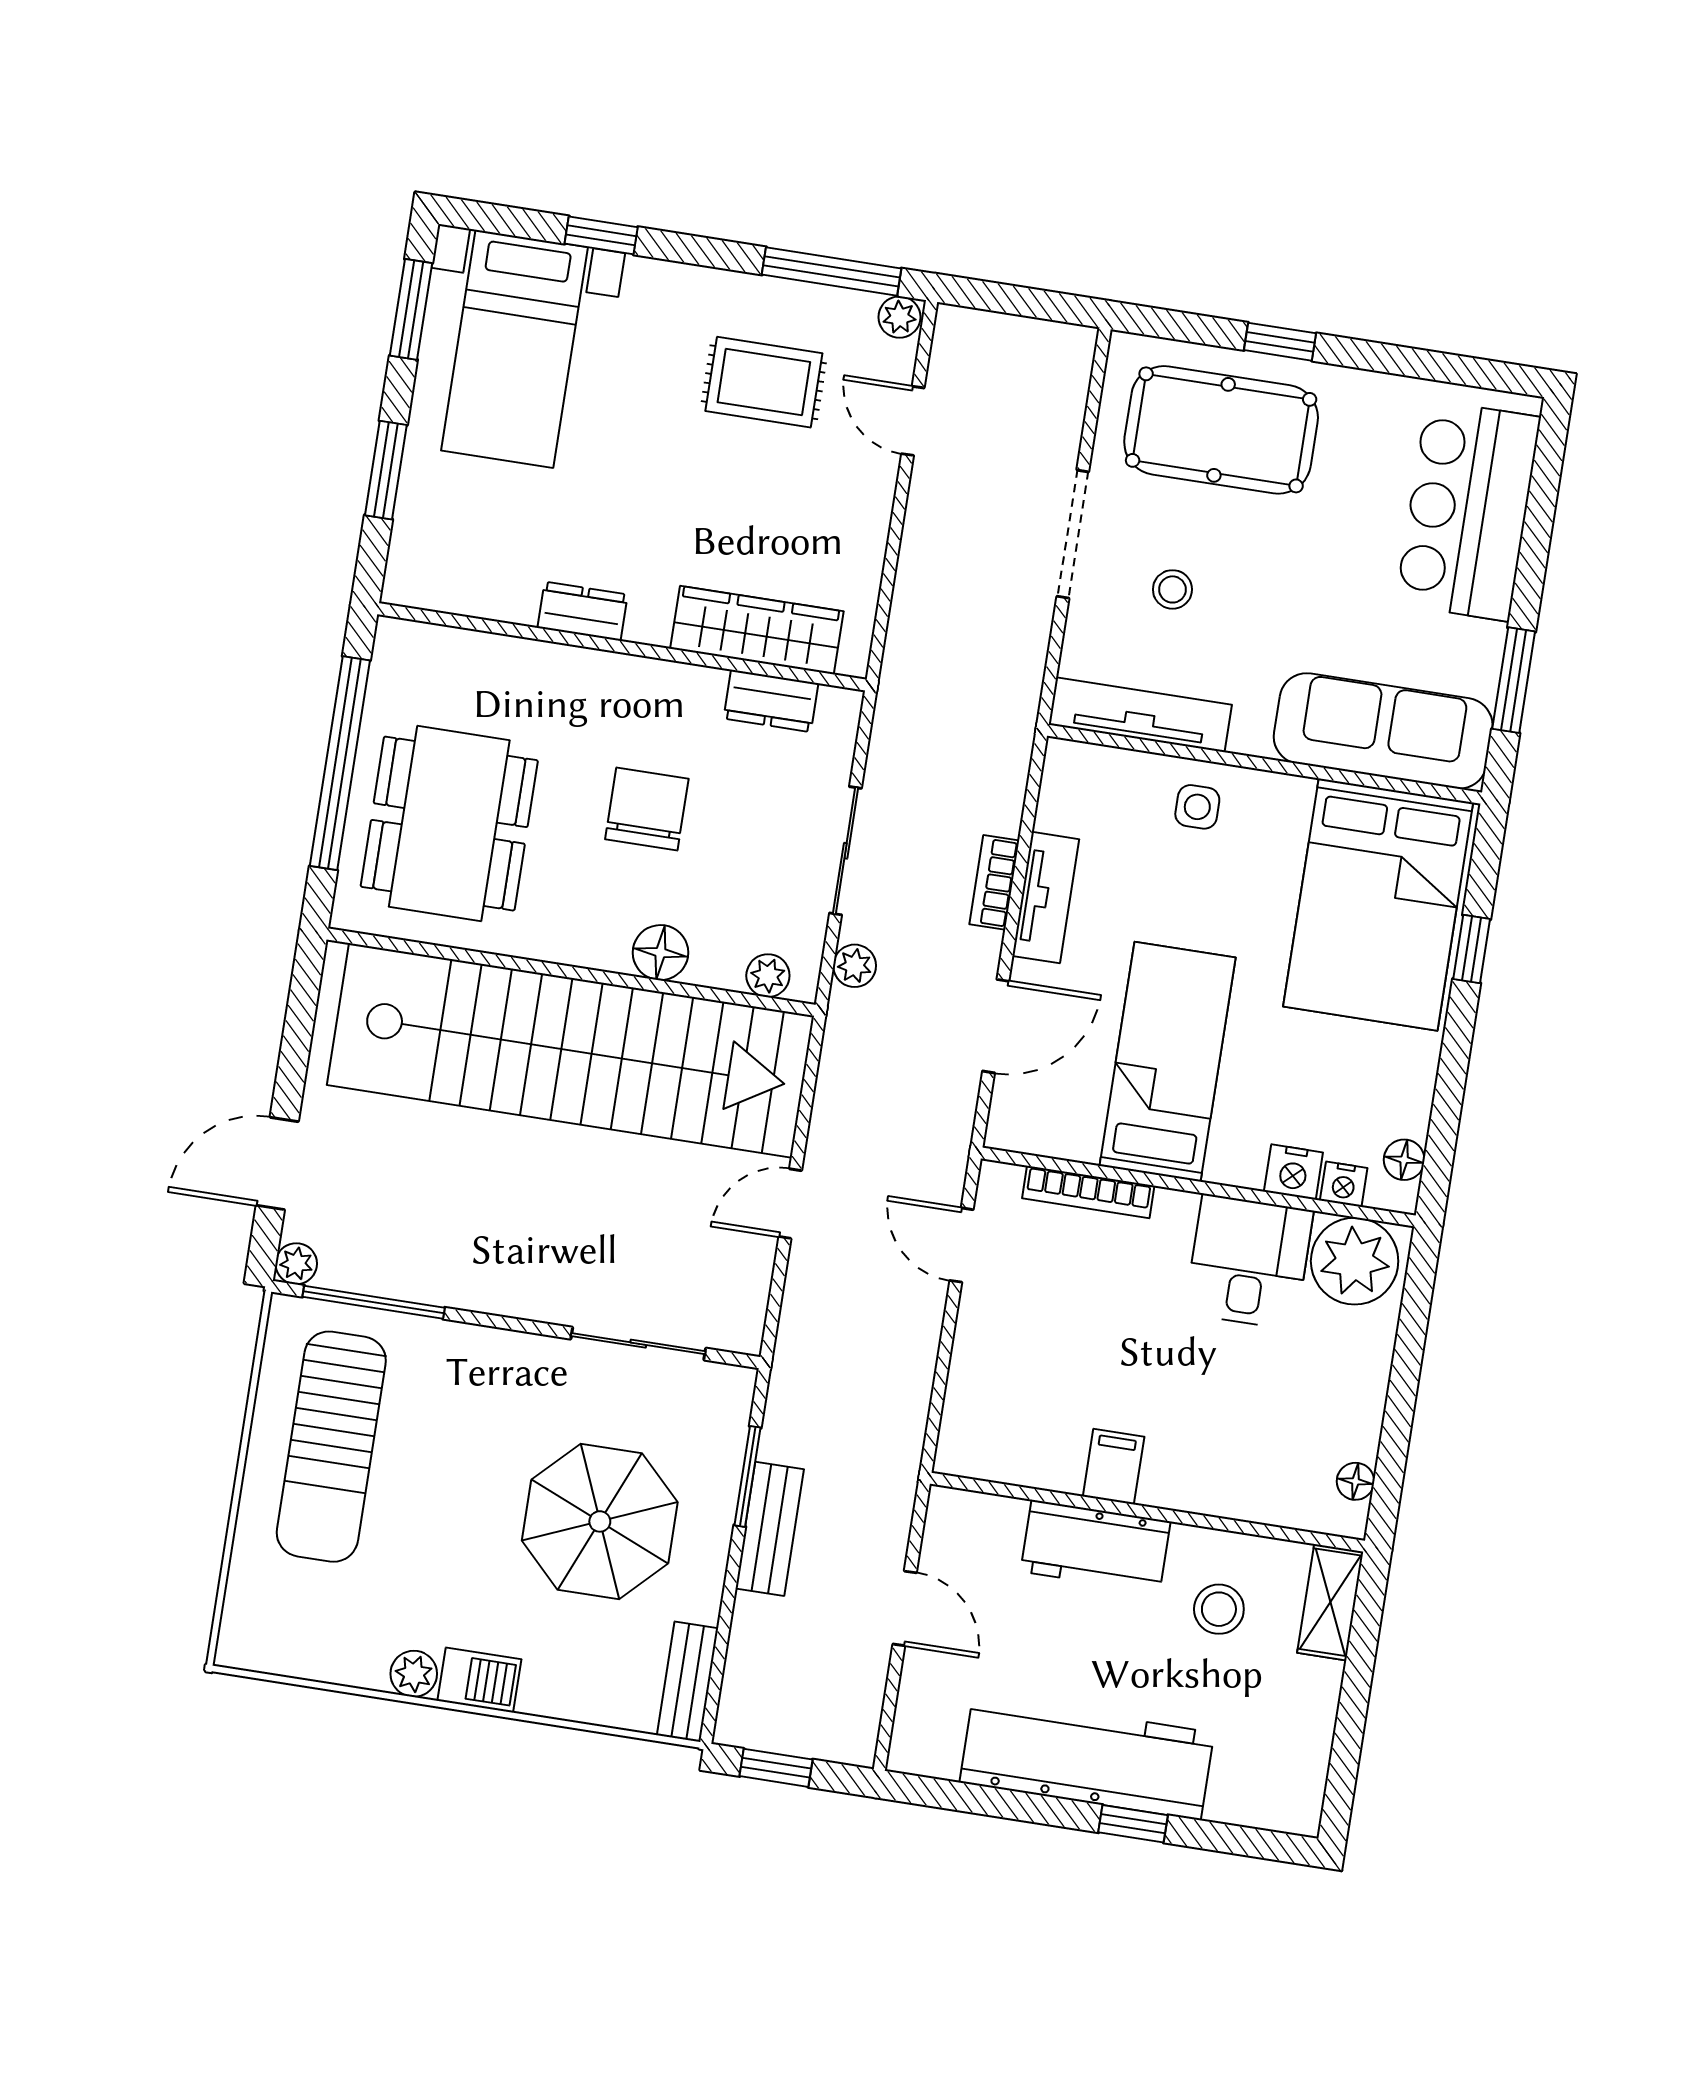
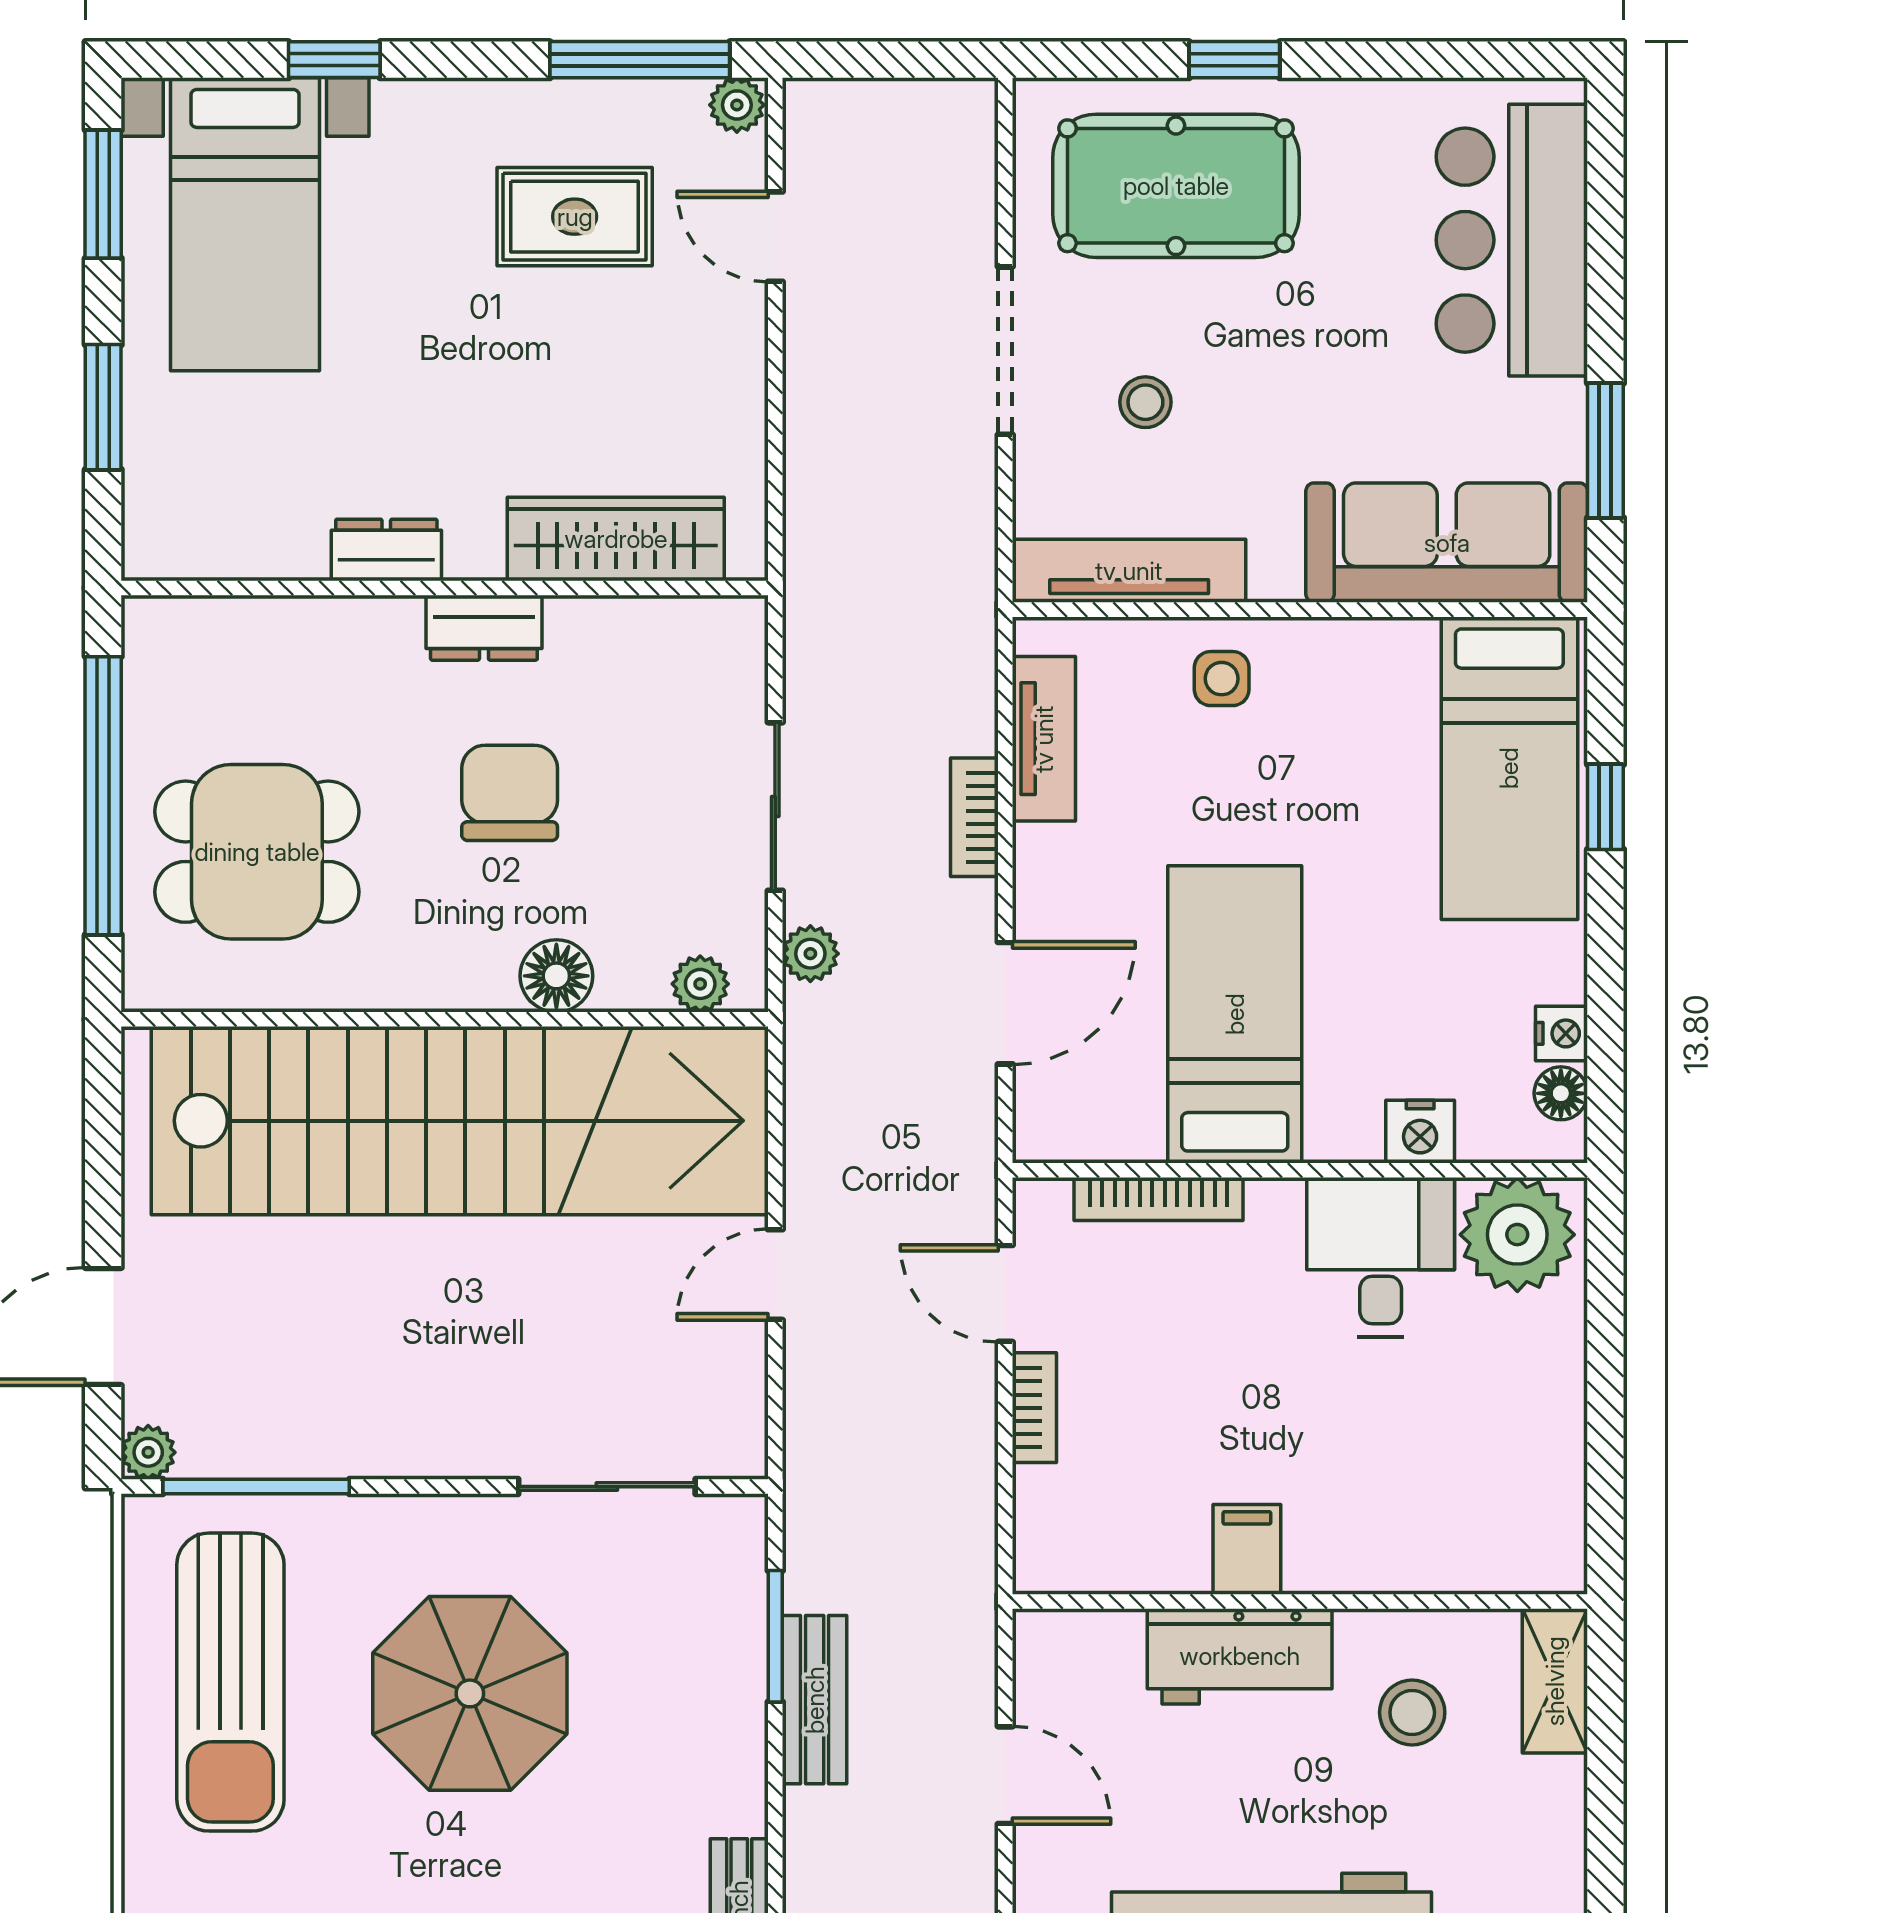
dresser: (771, 701) -> (484, 628), moved
dining table: (449, 824) -> (257, 852), width x0.73
tv unit: (1046, 898) -> (1044, 739), moved
bed: (1378, 904) -> (1509, 768), width x0.67
nightstand: (1344, 1184) -> (1562, 1033), moved, turned -90
bookcase: (970, 1335) -> (1034, 1408), added
floor lamp: (1355, 1481) -> (1563, 1519), removed
parasol: (600, 1521) -> (470, 1693), moved

